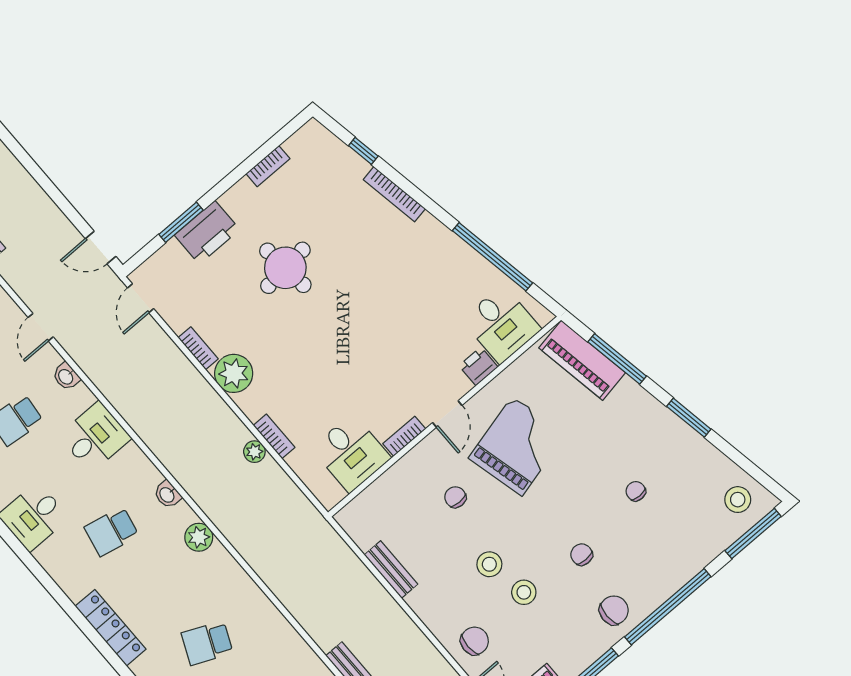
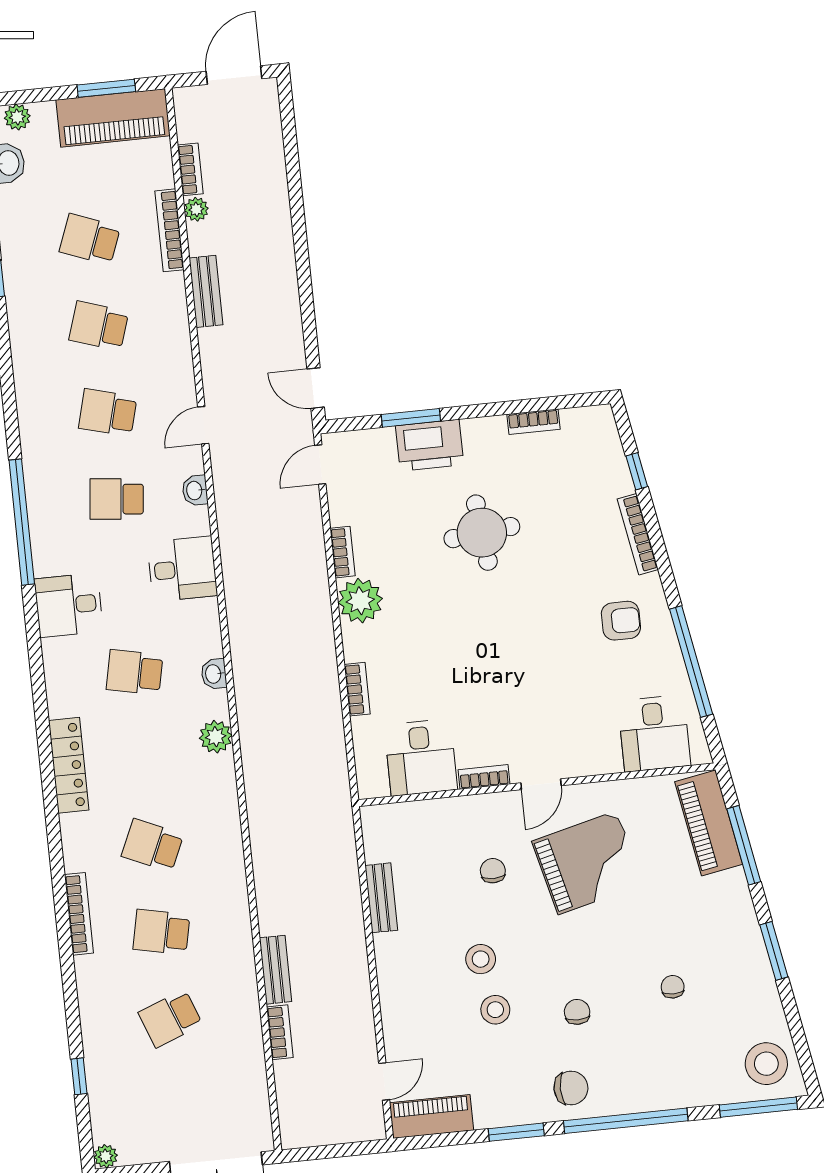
armchair: (424, 262) -> (621, 621), added
printer: (478, 366) -> (604, 759), removed
plant: (254, 452) -> (328, 691), removed
stool: (738, 500) -> (766, 1064), width x1.38, depth x1.38
chair: (475, 641) -> (415, 1024), removed

